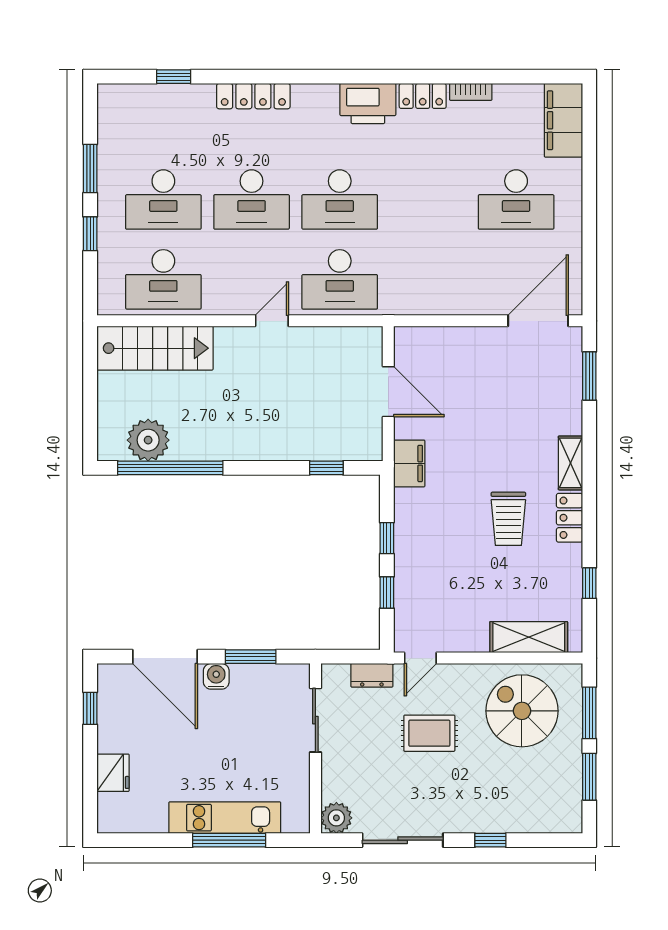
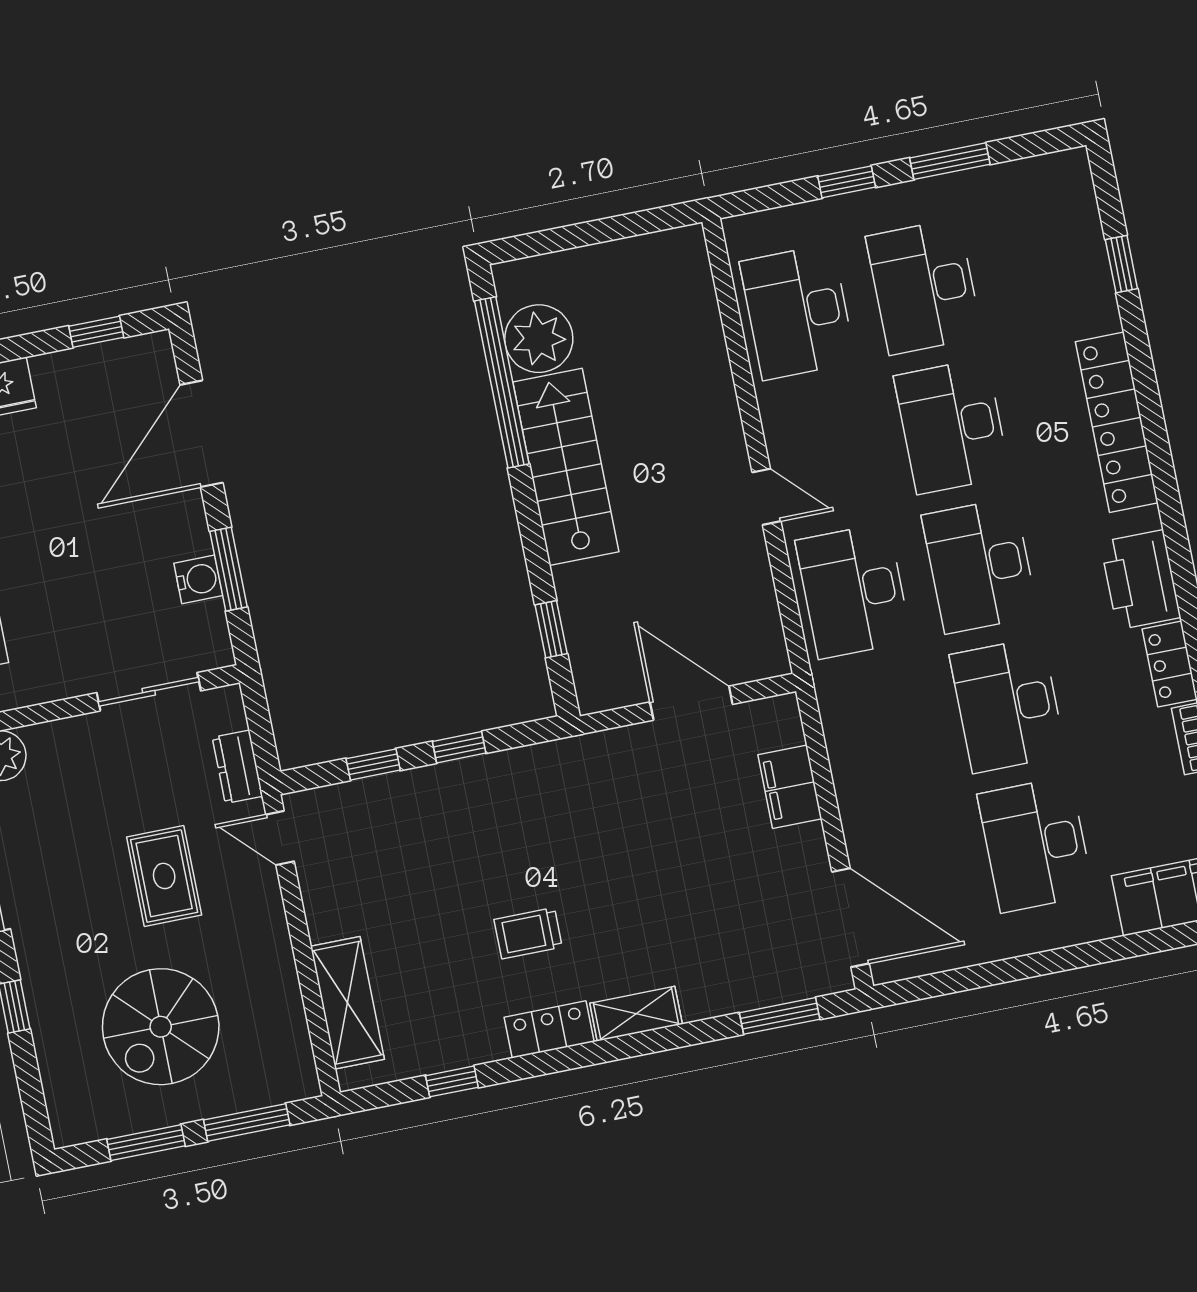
locker: (253, 96) -> (1117, 422), width x1.41, depth x1.21
desk: (428, 199) -> (1008, 705), added
stairs: (155, 348) -> (566, 467), moved, turned 180
door: (388, 392) -> (691, 703), swing flipped
filing cabinet: (409, 463) -> (790, 787), moved, turned 90
trolley: (508, 519) -> (528, 933), width x0.73, depth x0.72
water cooler: (216, 676) -> (198, 579), moved
spiral stairs: (522, 711) -> (161, 1027), moved, turned 180

